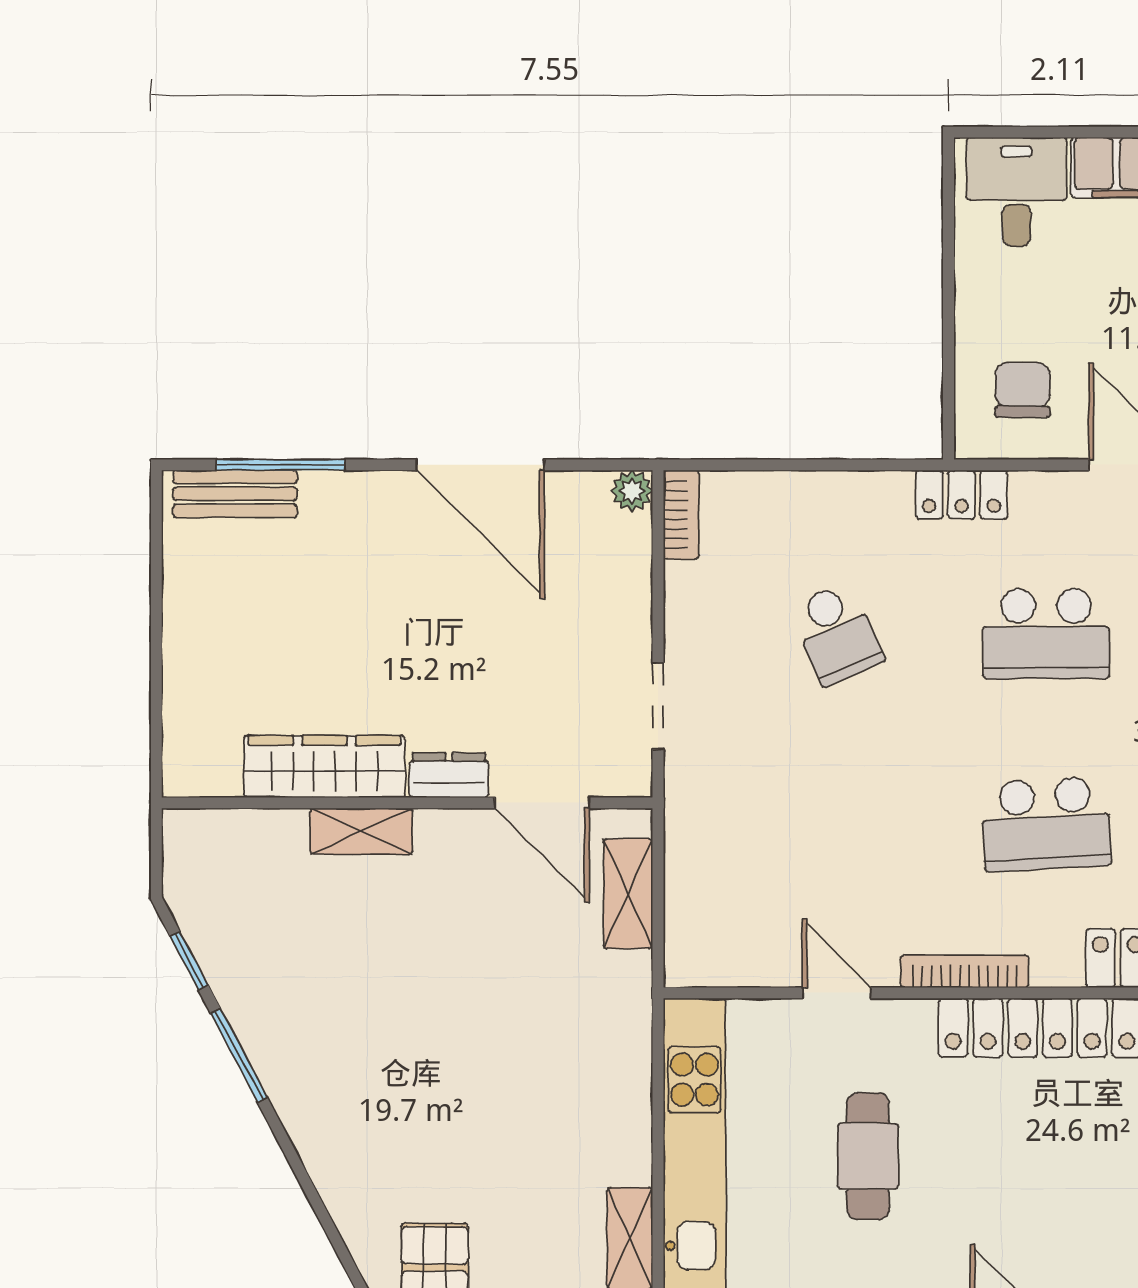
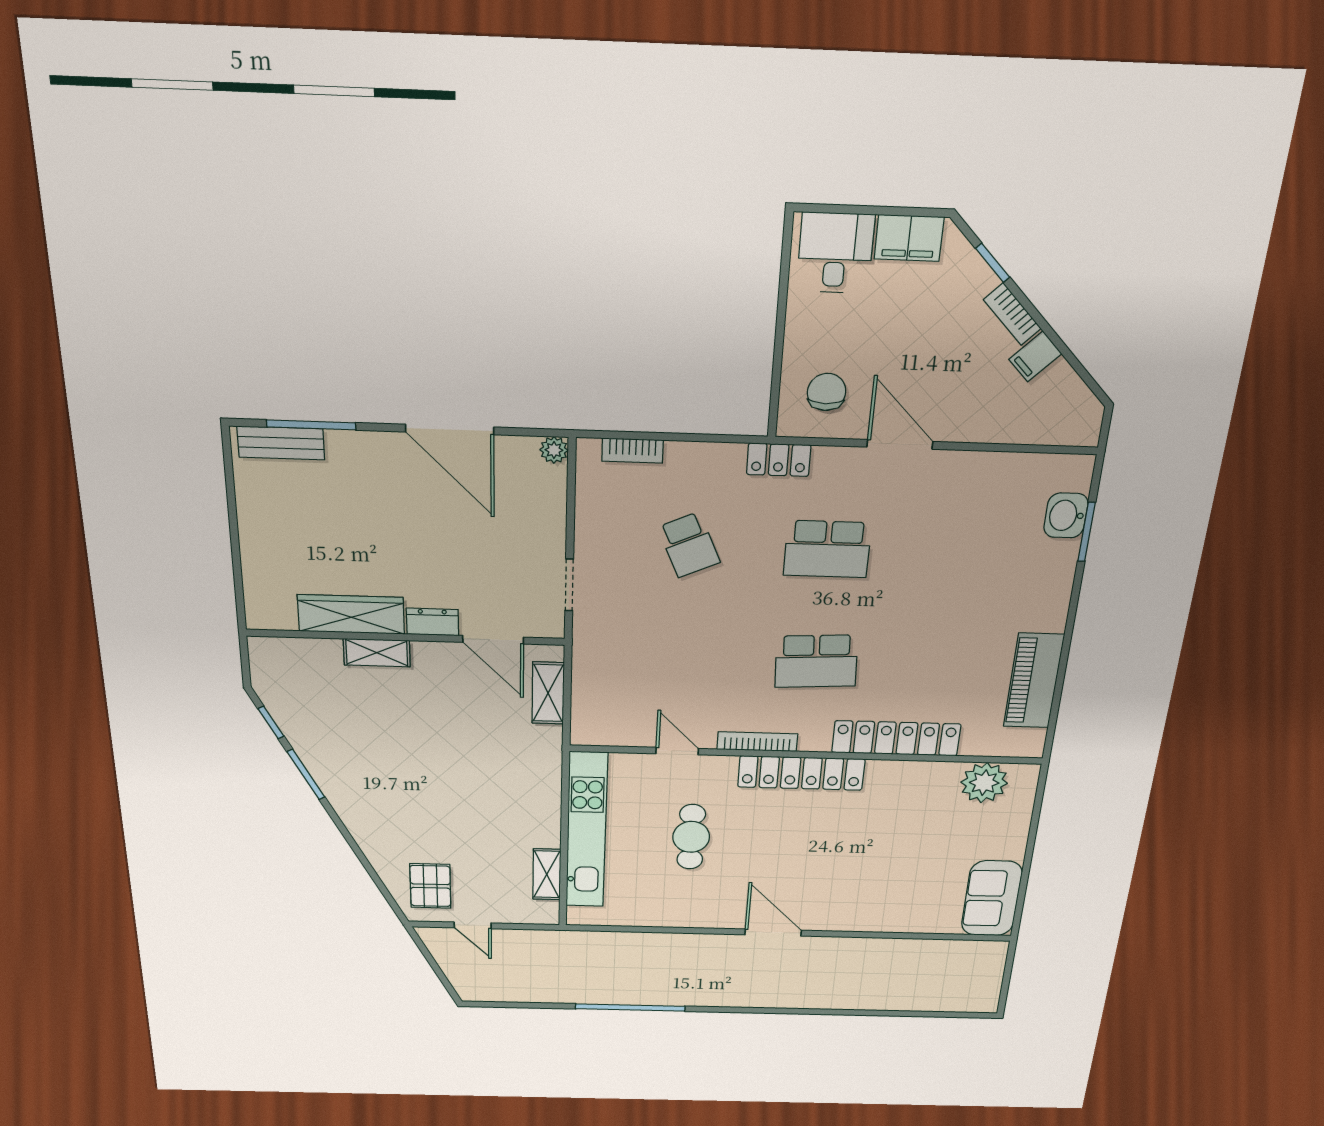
bookcase: (681, 515) -> (633, 451), moved, turned 90

